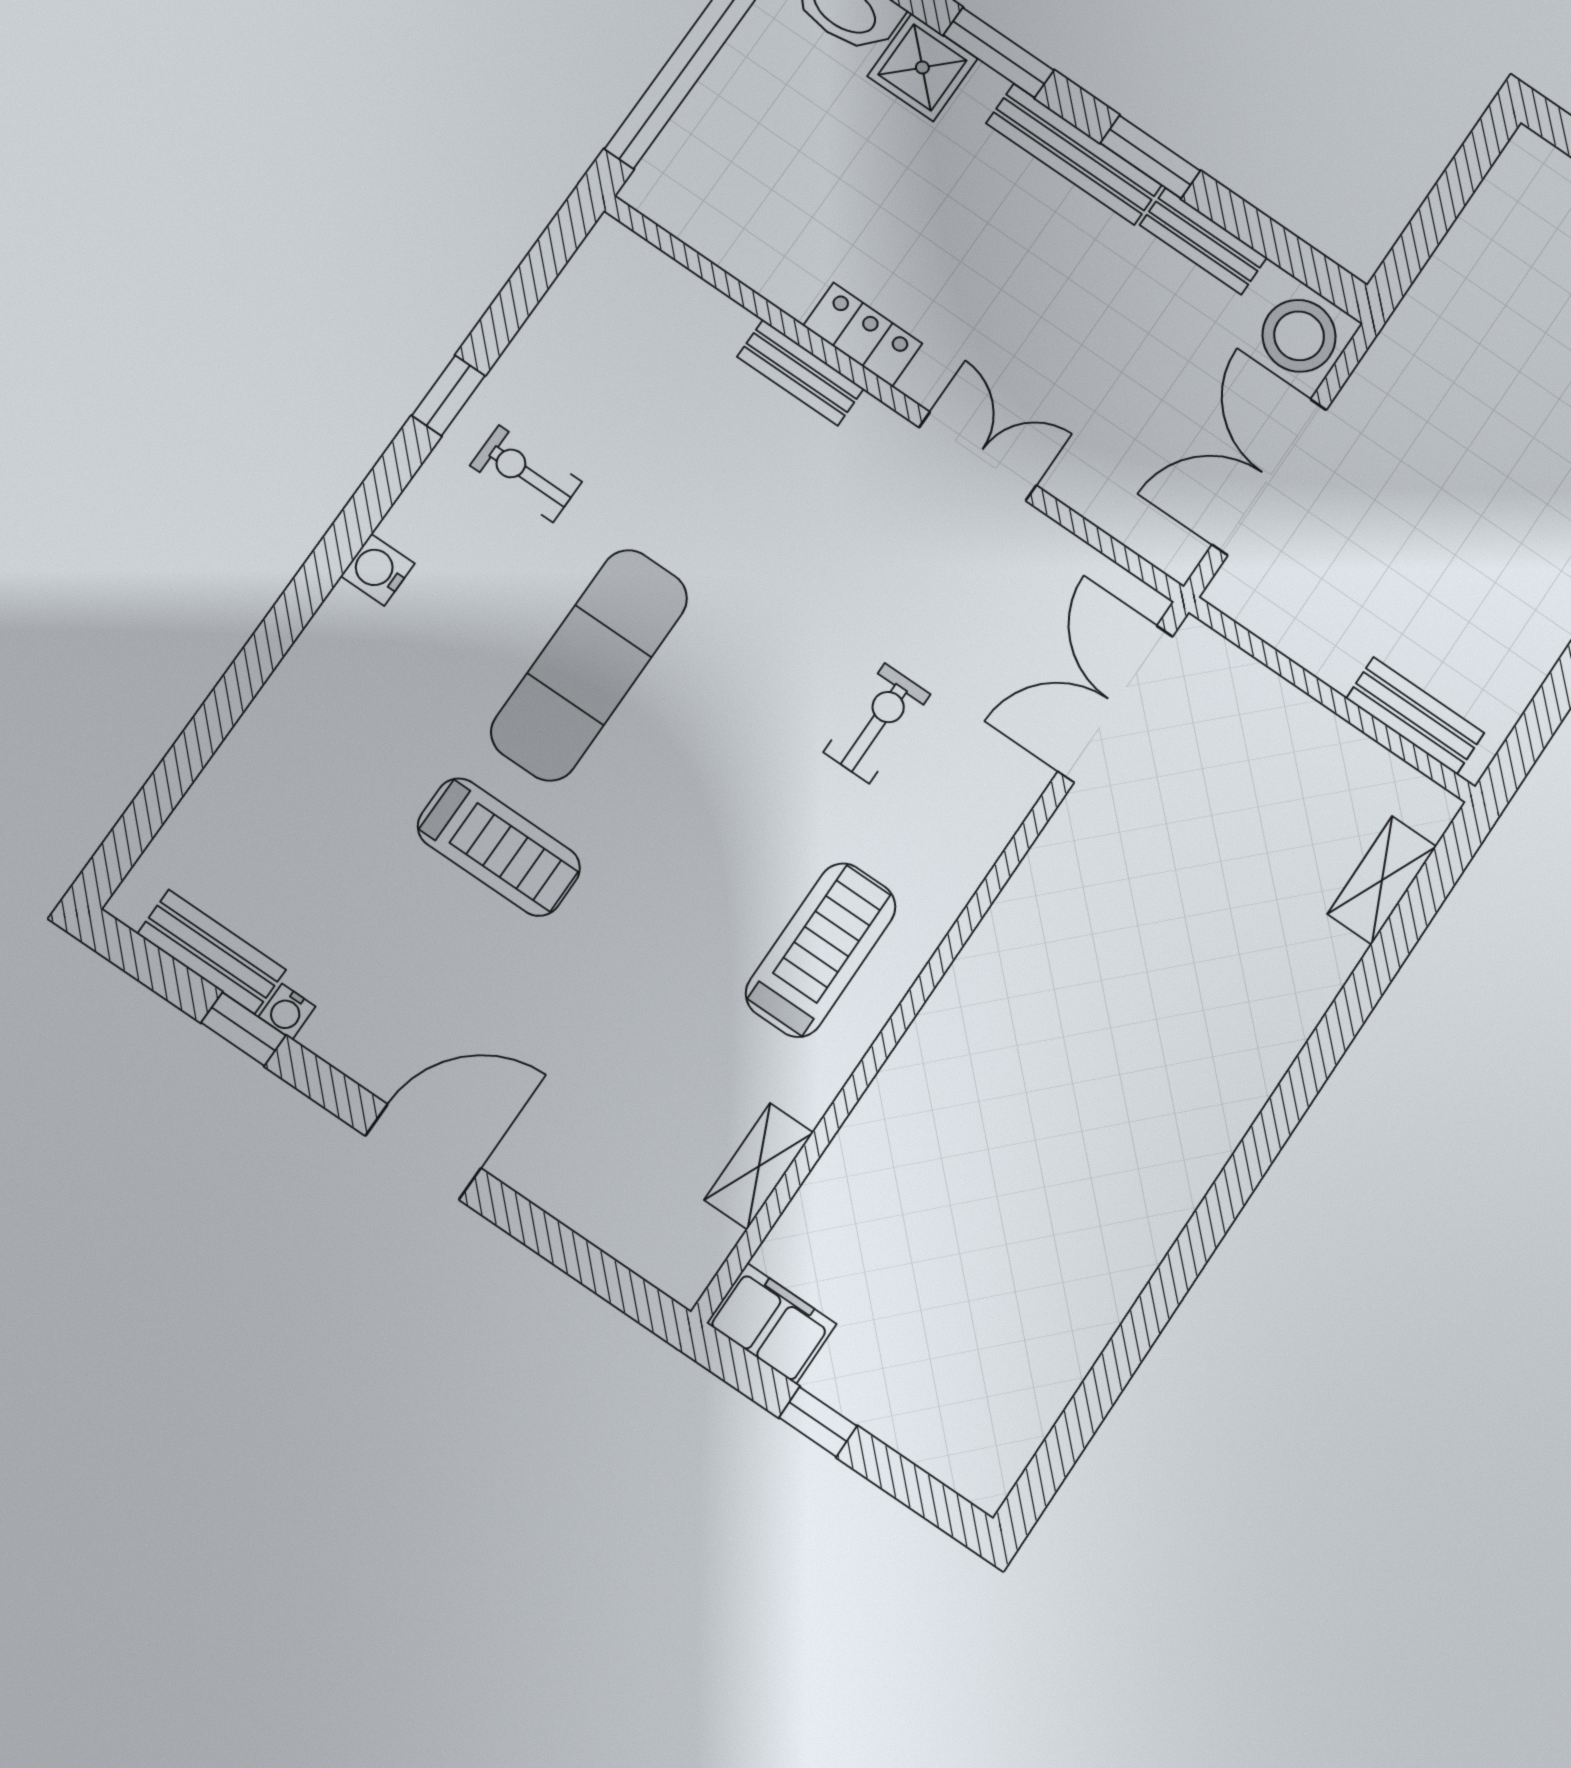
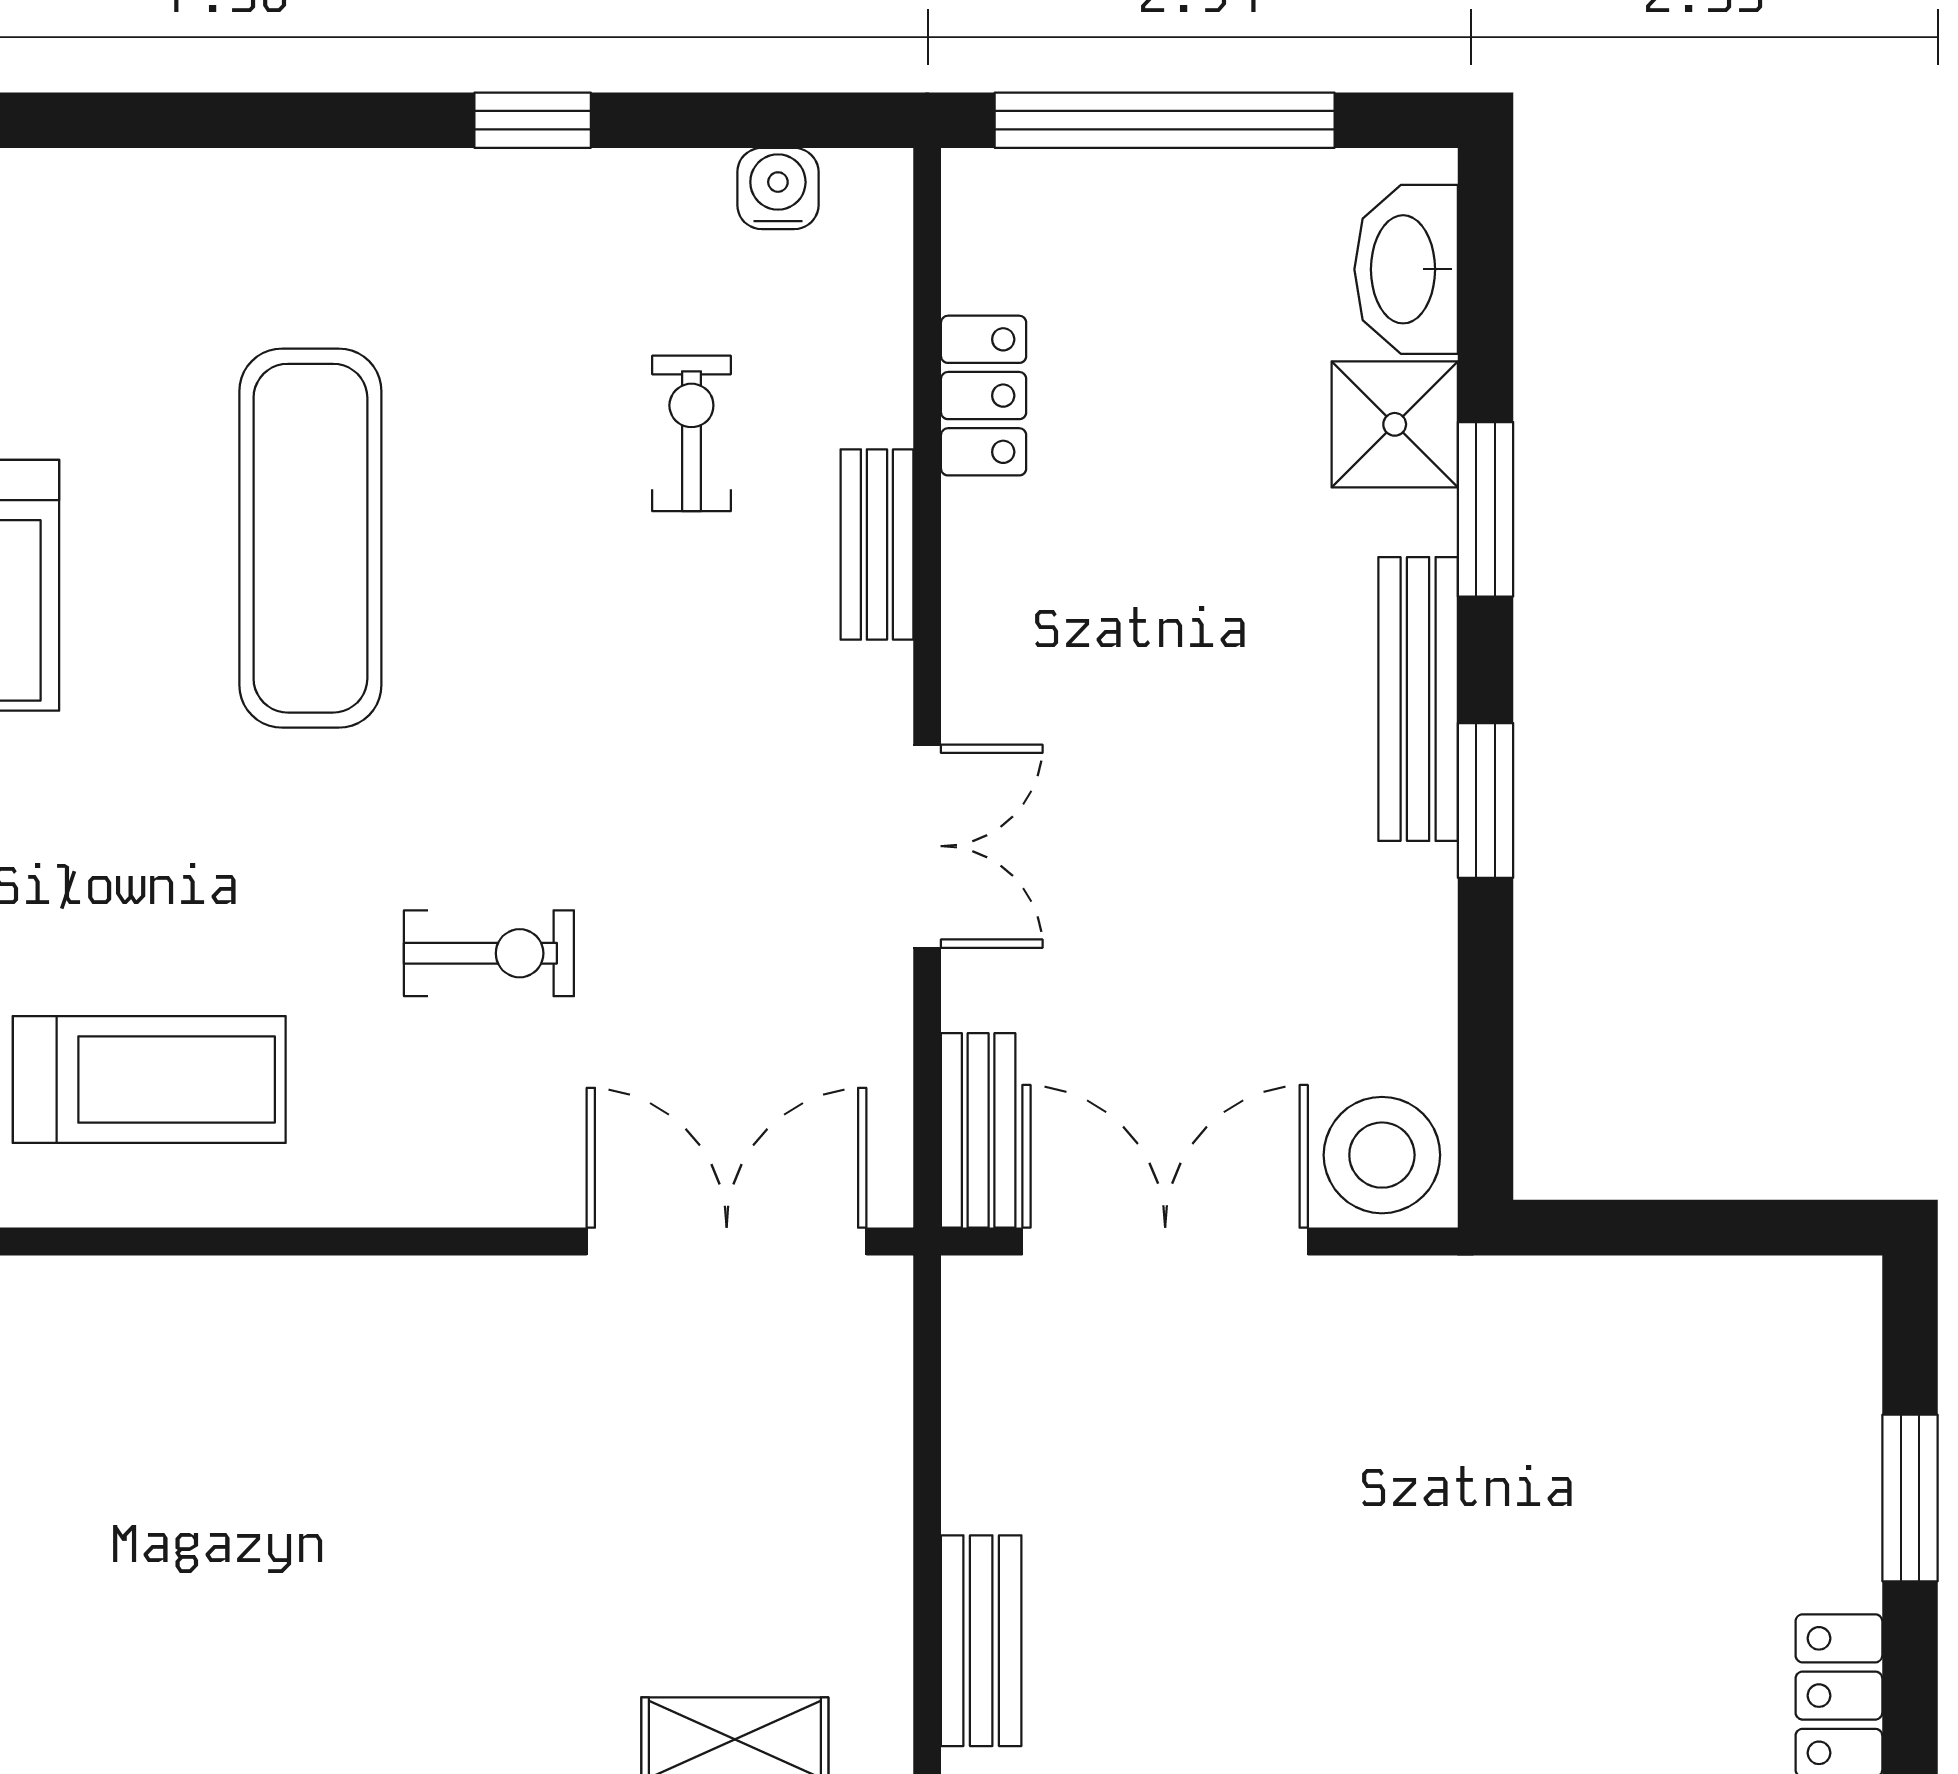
bench: (1203, 241) -> (978, 1130), moved
locker: (863, 335) -> (984, 396), moved
exercise bike: (526, 474) -> (691, 433), moved
water cooler: (378, 570) -> (778, 189), moved
exercise mat: (589, 665) -> (310, 538), turned 90

